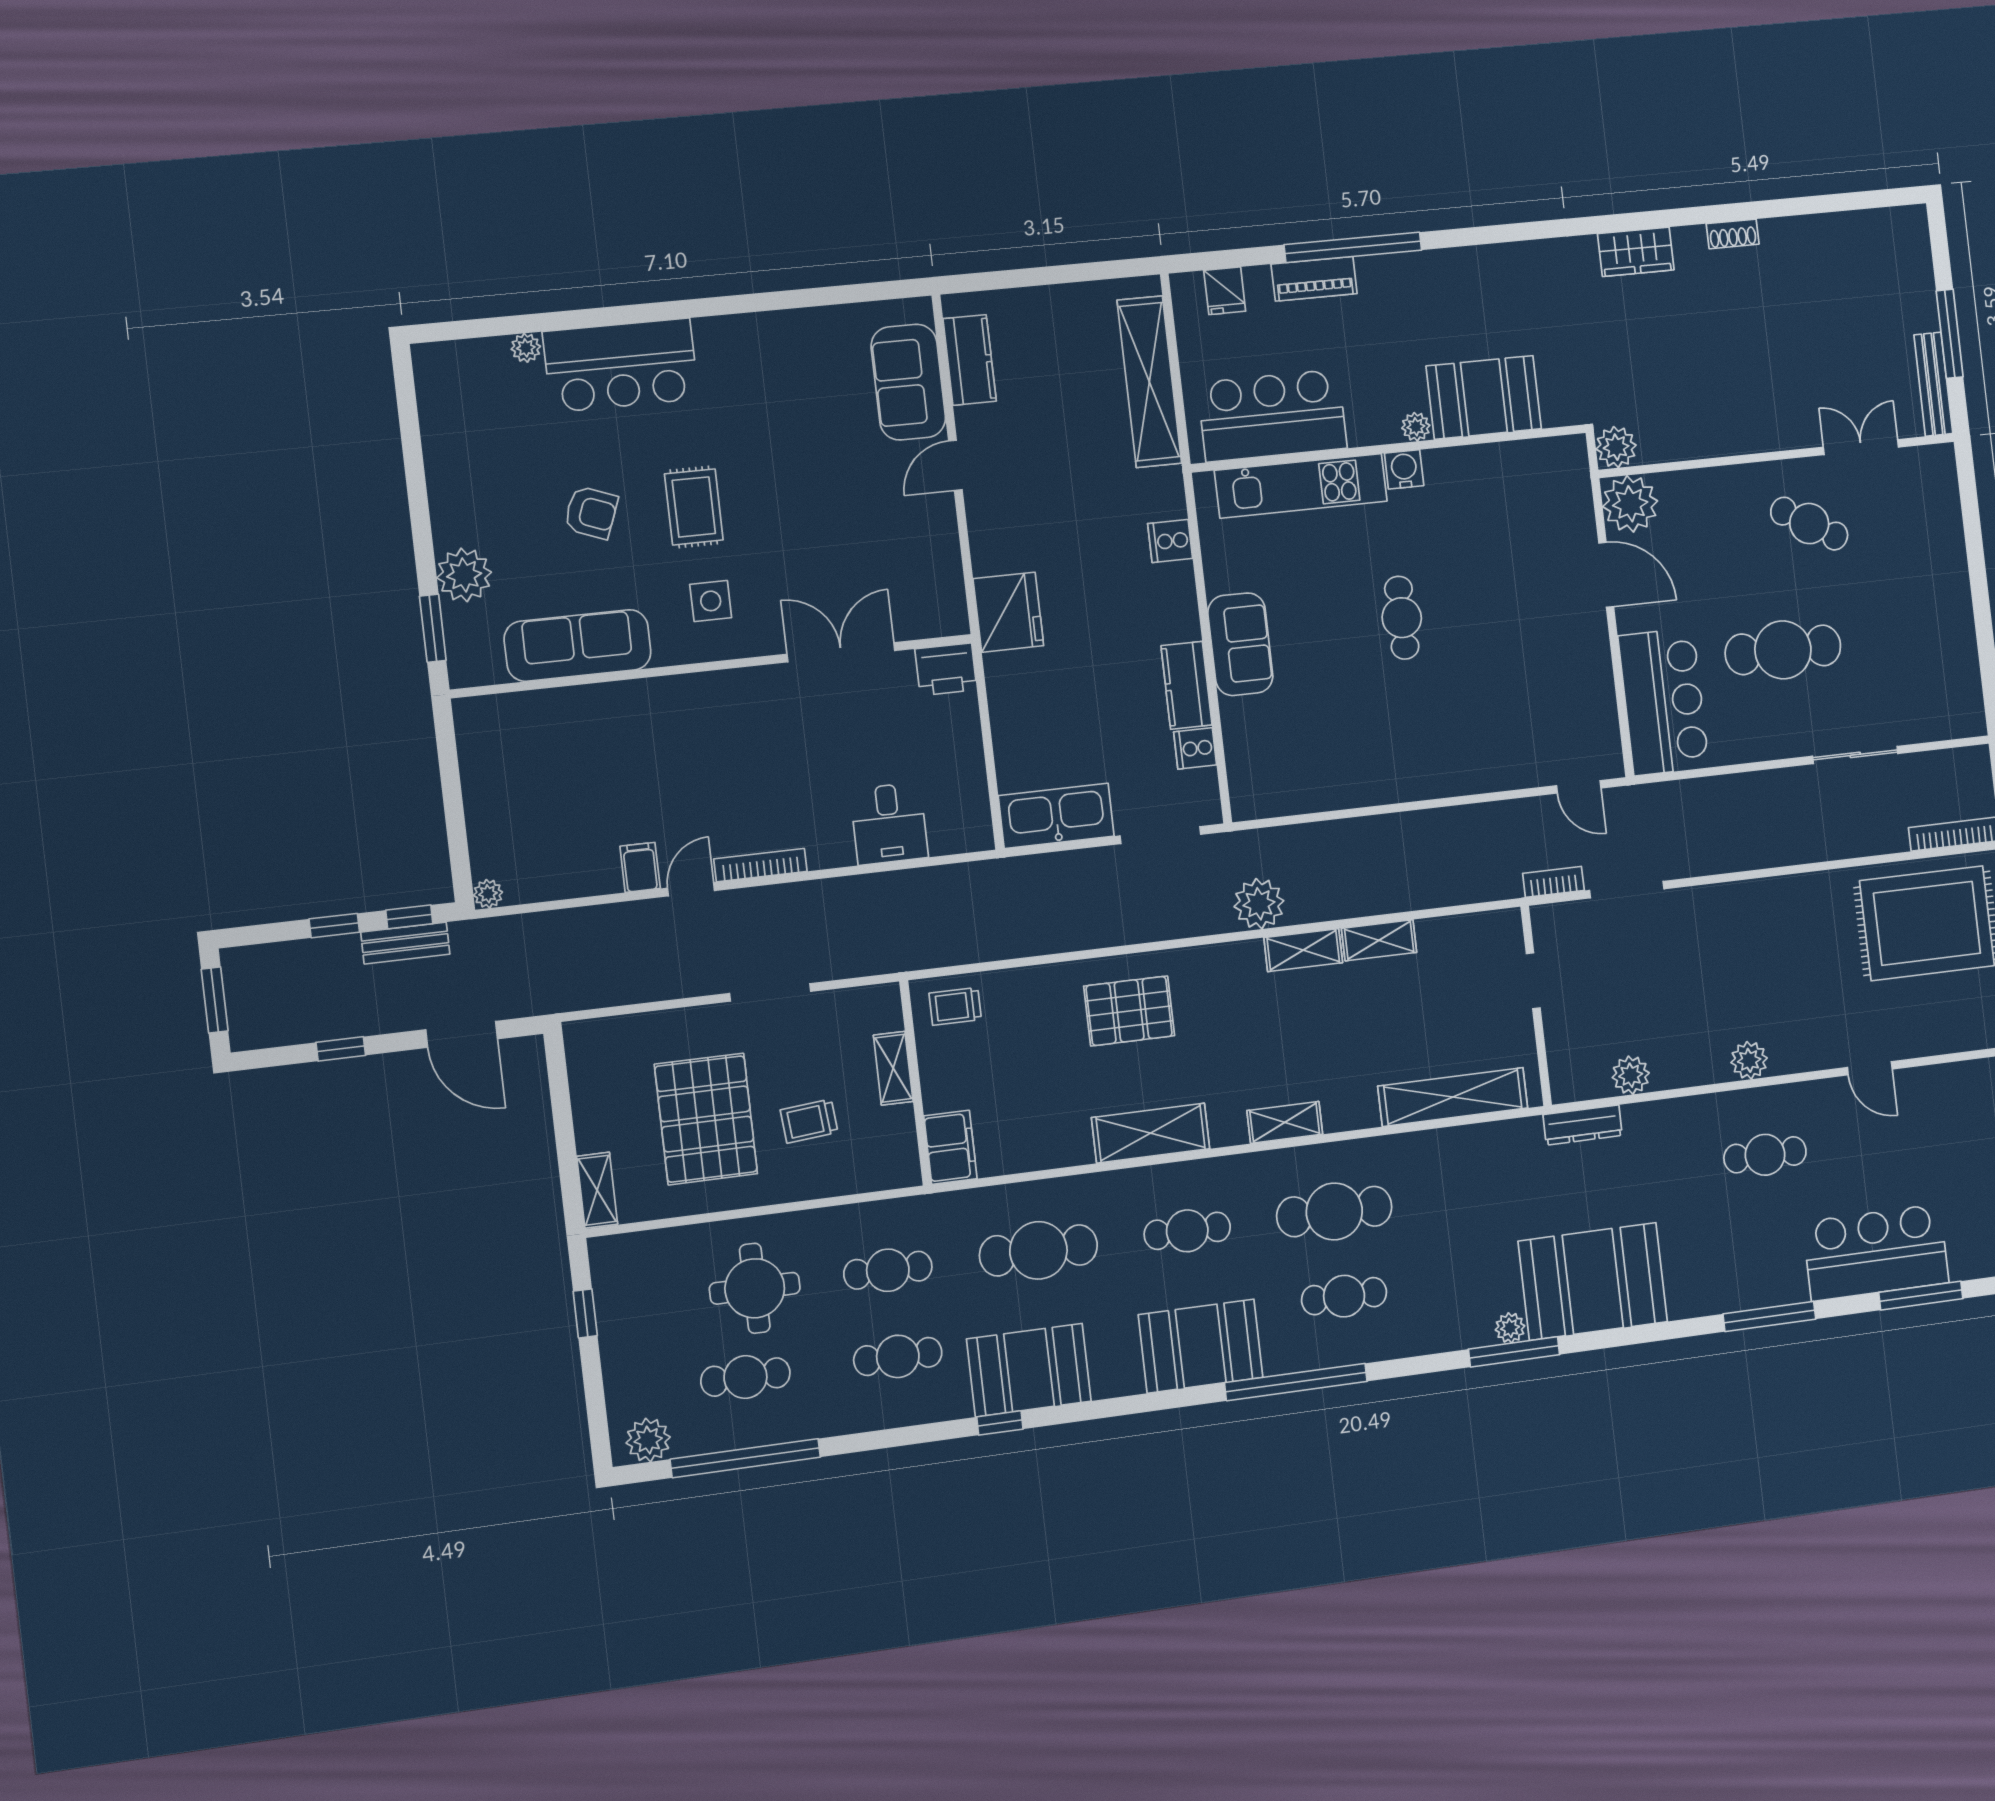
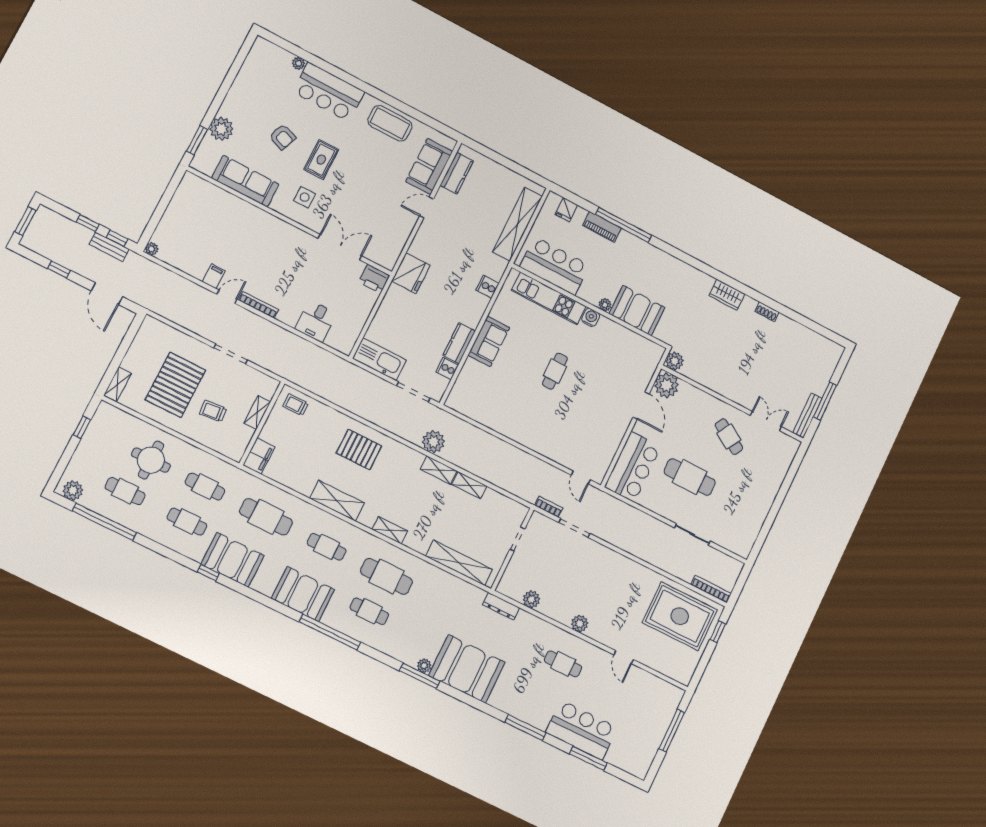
coffee table: (778, 348) -> (390, 123), added

